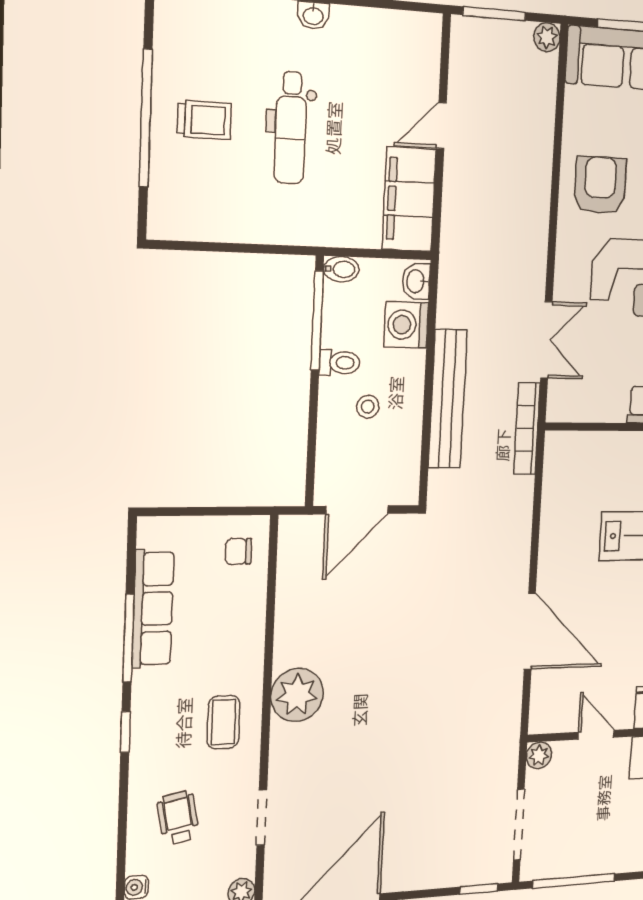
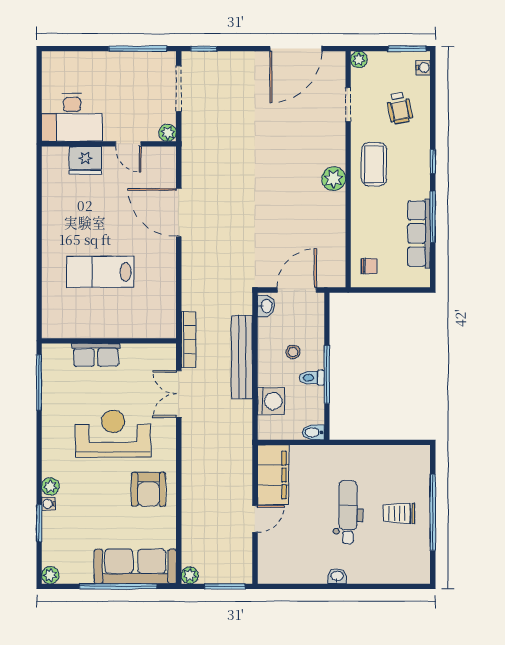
washbasin: (416, 281) -> (266, 306), moved
window: (317, 320) -> (327, 374), moved
plant: (297, 695) -> (334, 179), width x0.73, depth x0.73
coffee table: (224, 722) -> (374, 164), width x1.36, depth x1.30

